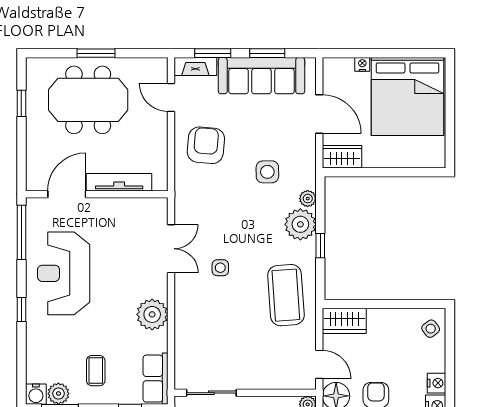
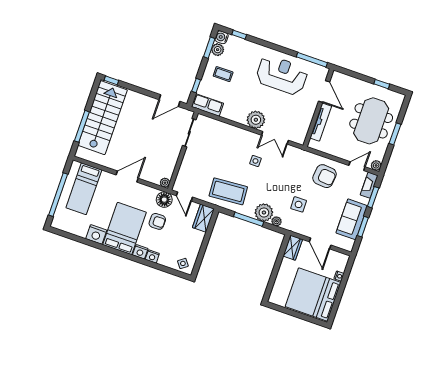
plant: (159, 66) -> (376, 165), added
sofa: (261, 76) -> (352, 219), width x0.73
door: (319, 114) -> (320, 243), hinge flipped
window: (320, 246) -> (249, 219), width x2.17
window: (21, 310) -> (239, 35), moved
plant: (152, 314) -> (256, 120), moved
door: (319, 364) -> (184, 196), hinge flipped

